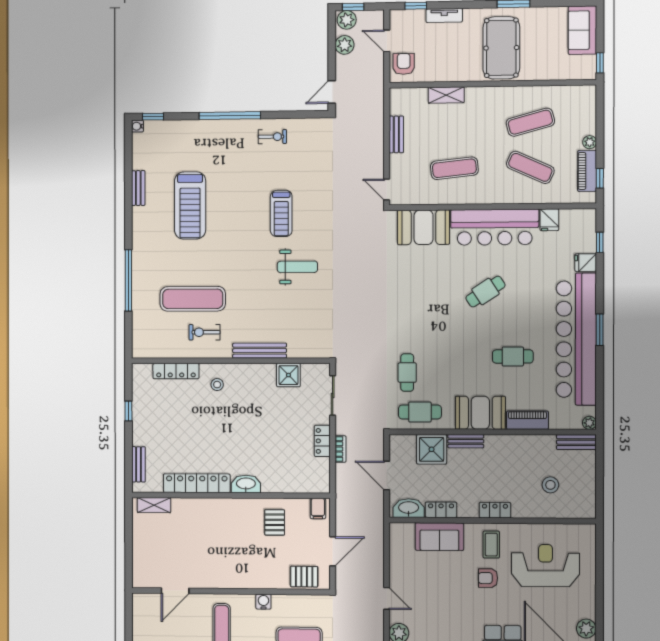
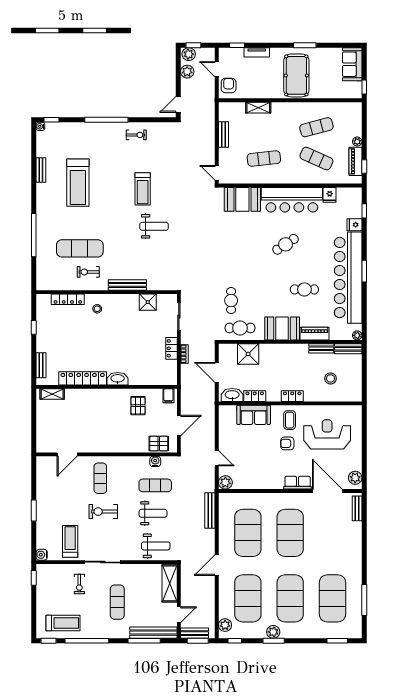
bench: (466, 441) -> (321, 348), moved
water cooler: (263, 602) -> (155, 461), moved

